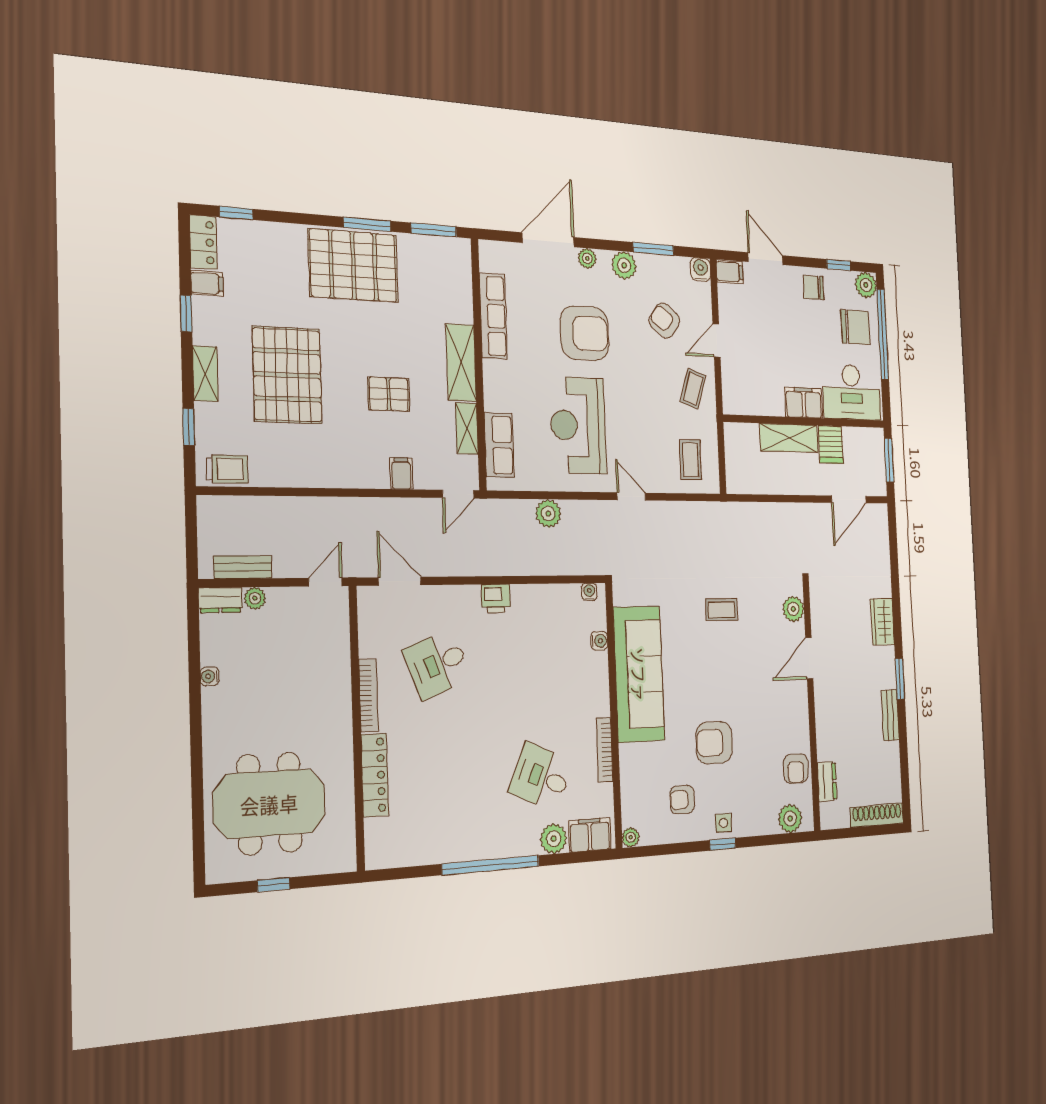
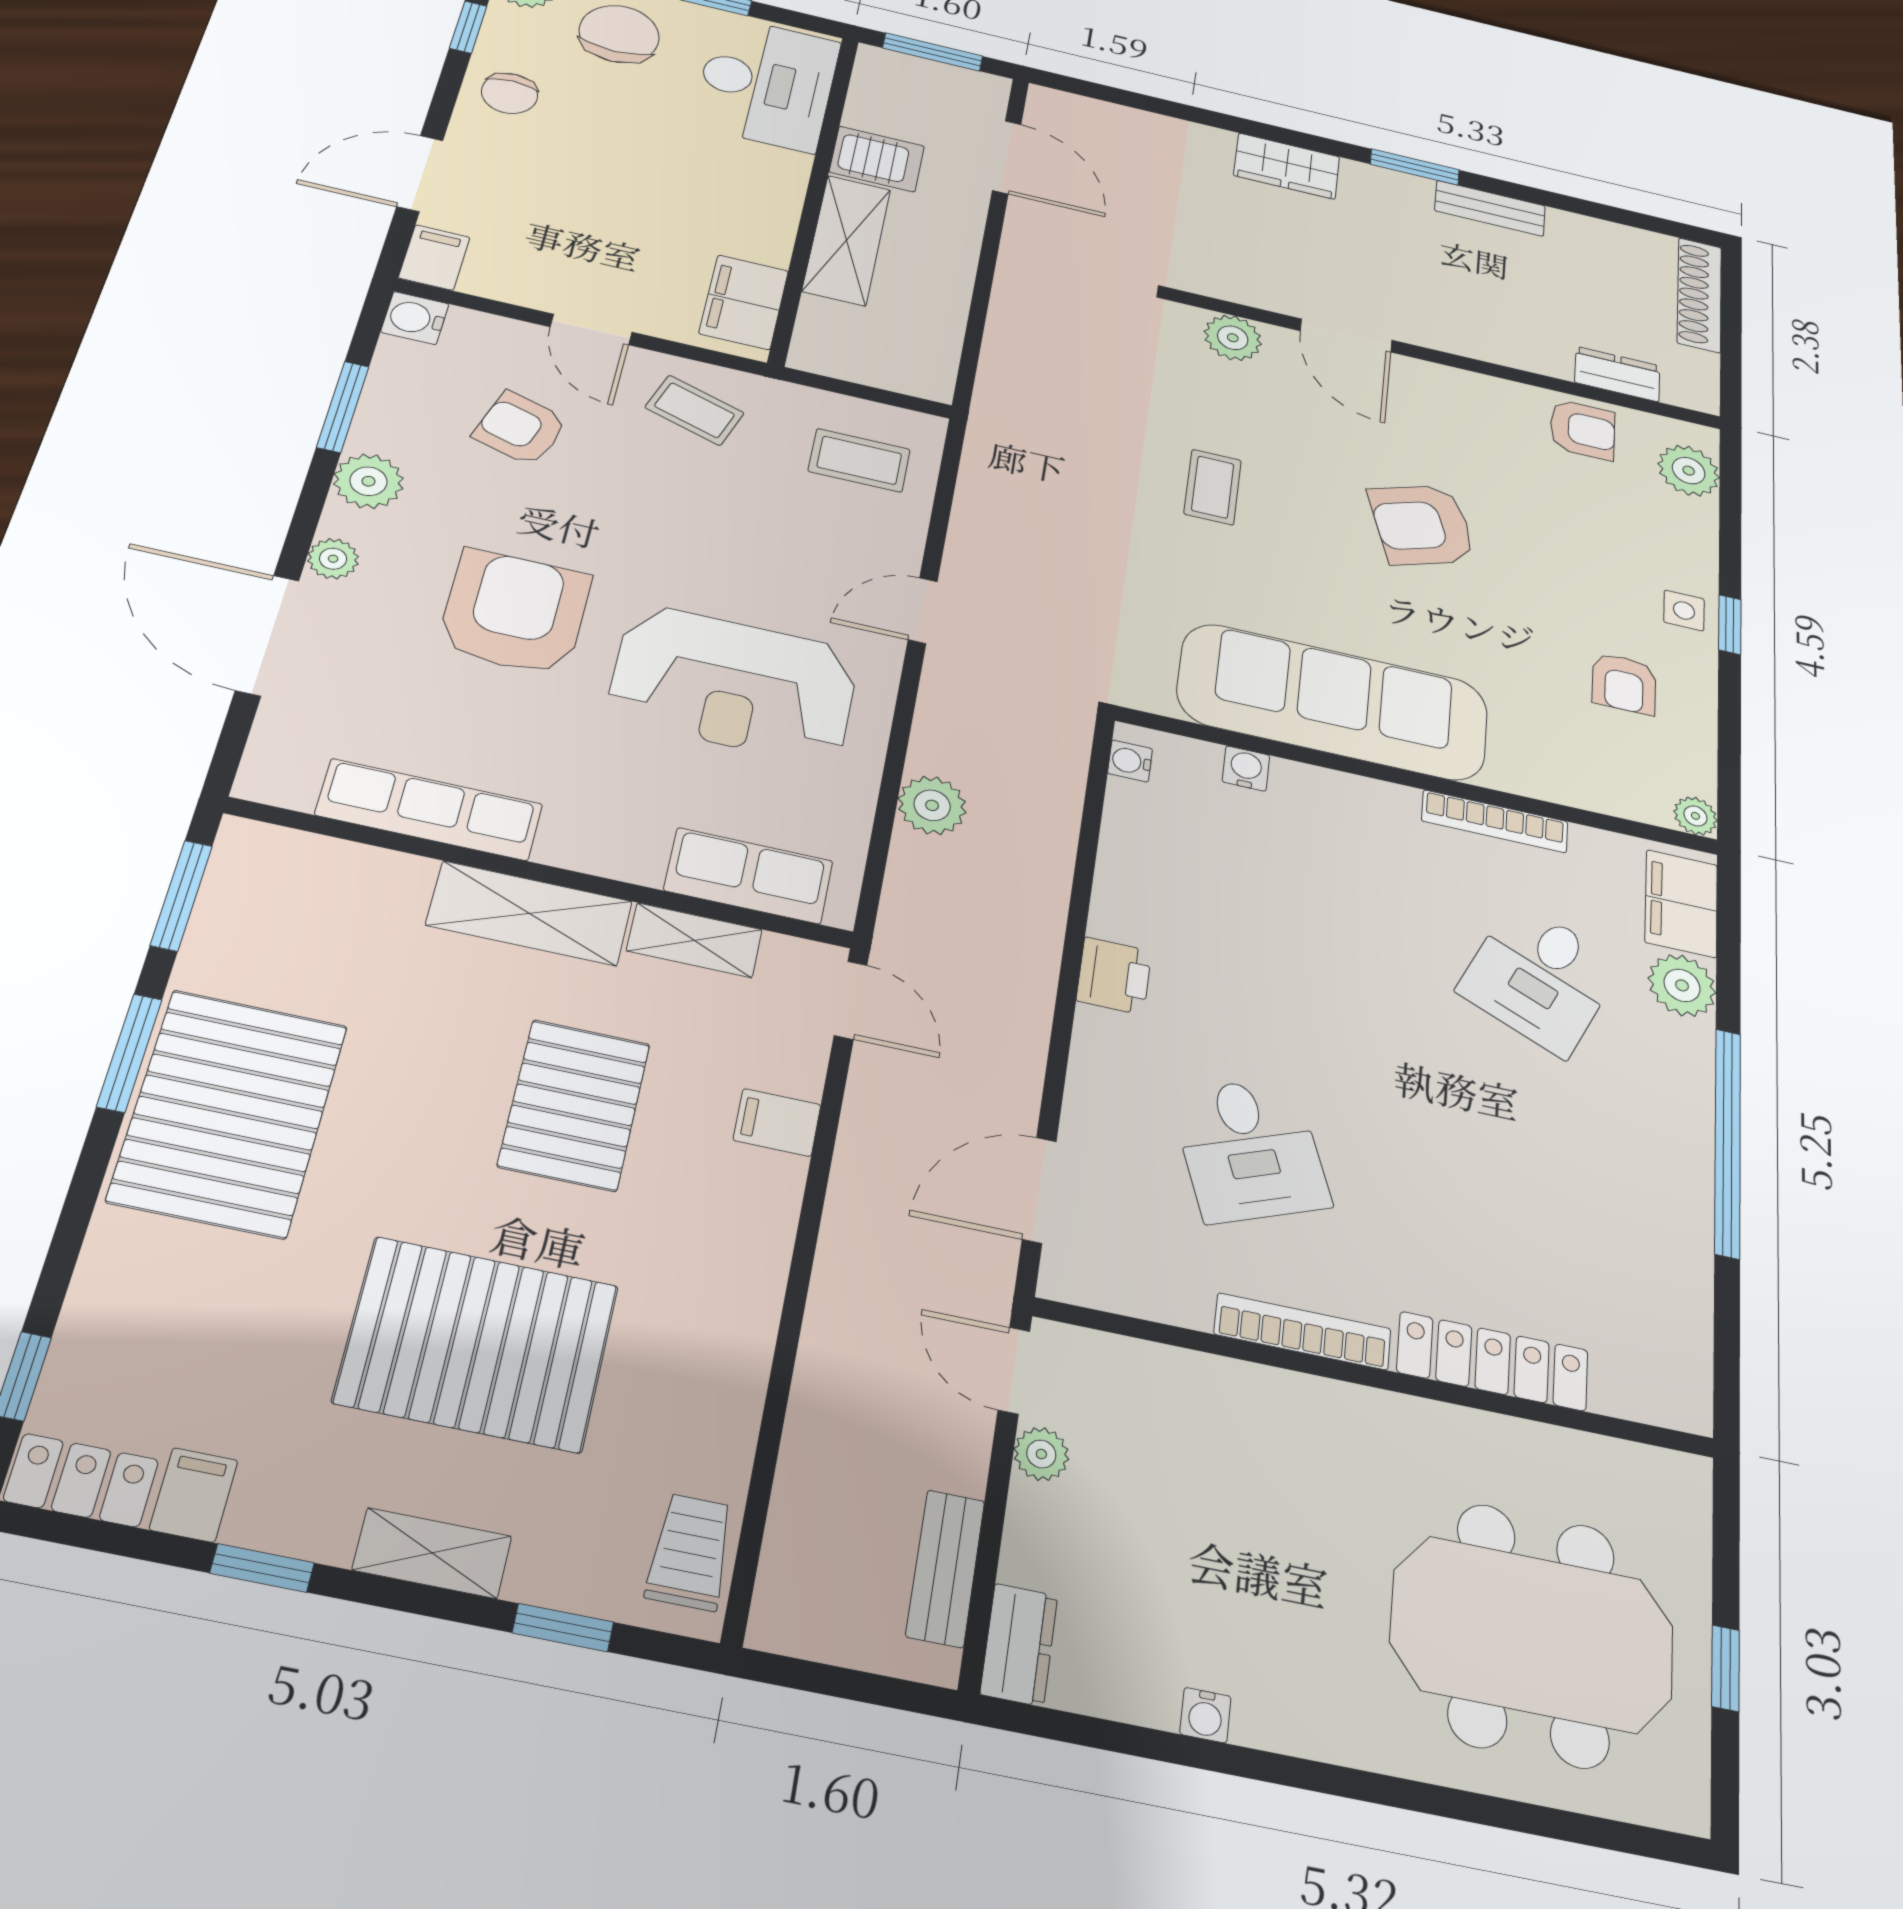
armchair: (664, 321) -> (521, 428), turned 70
pallet: (389, 394) -> (574, 1105), width x1.50, depth x1.42
filing cabinet: (804, 403) -> (744, 302), moved
plant: (255, 598) -> (1041, 1454), moved
armchair: (714, 743) -> (1422, 525), moved, turned 71
meeting table: (269, 804) -> (1532, 1634), turned 90

